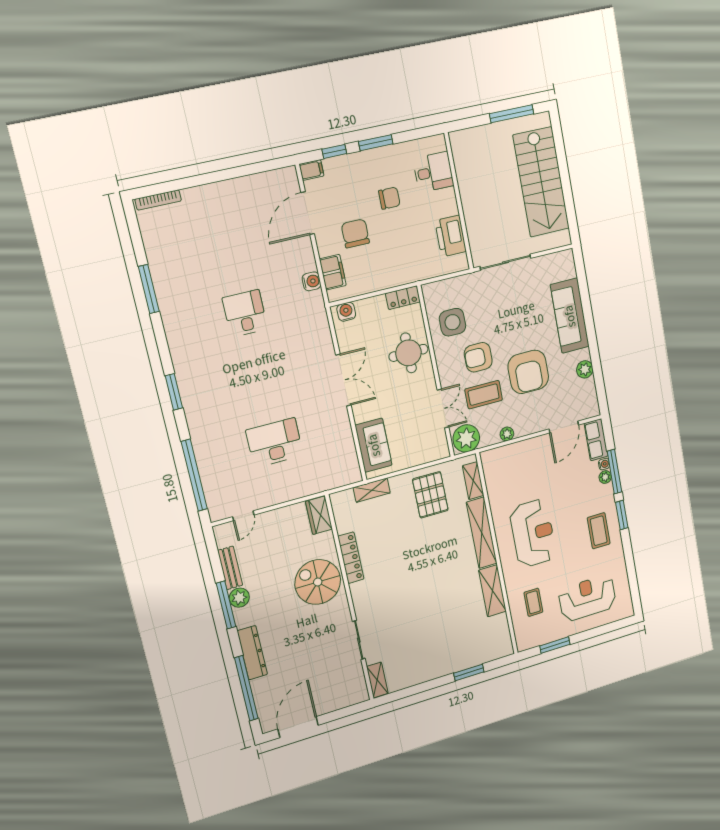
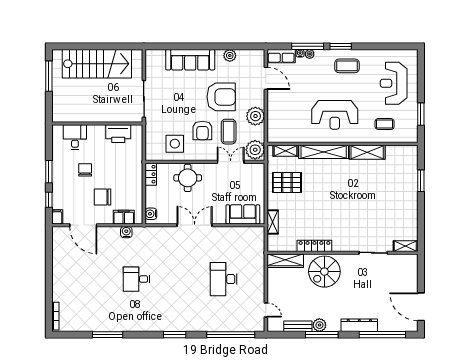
plant: (507, 434) -> (255, 116), width x1.88, depth x1.88
wardrobe: (319, 515) -> (285, 261), width x1.50
reception desk: (533, 533) -> (335, 115), turned 180

